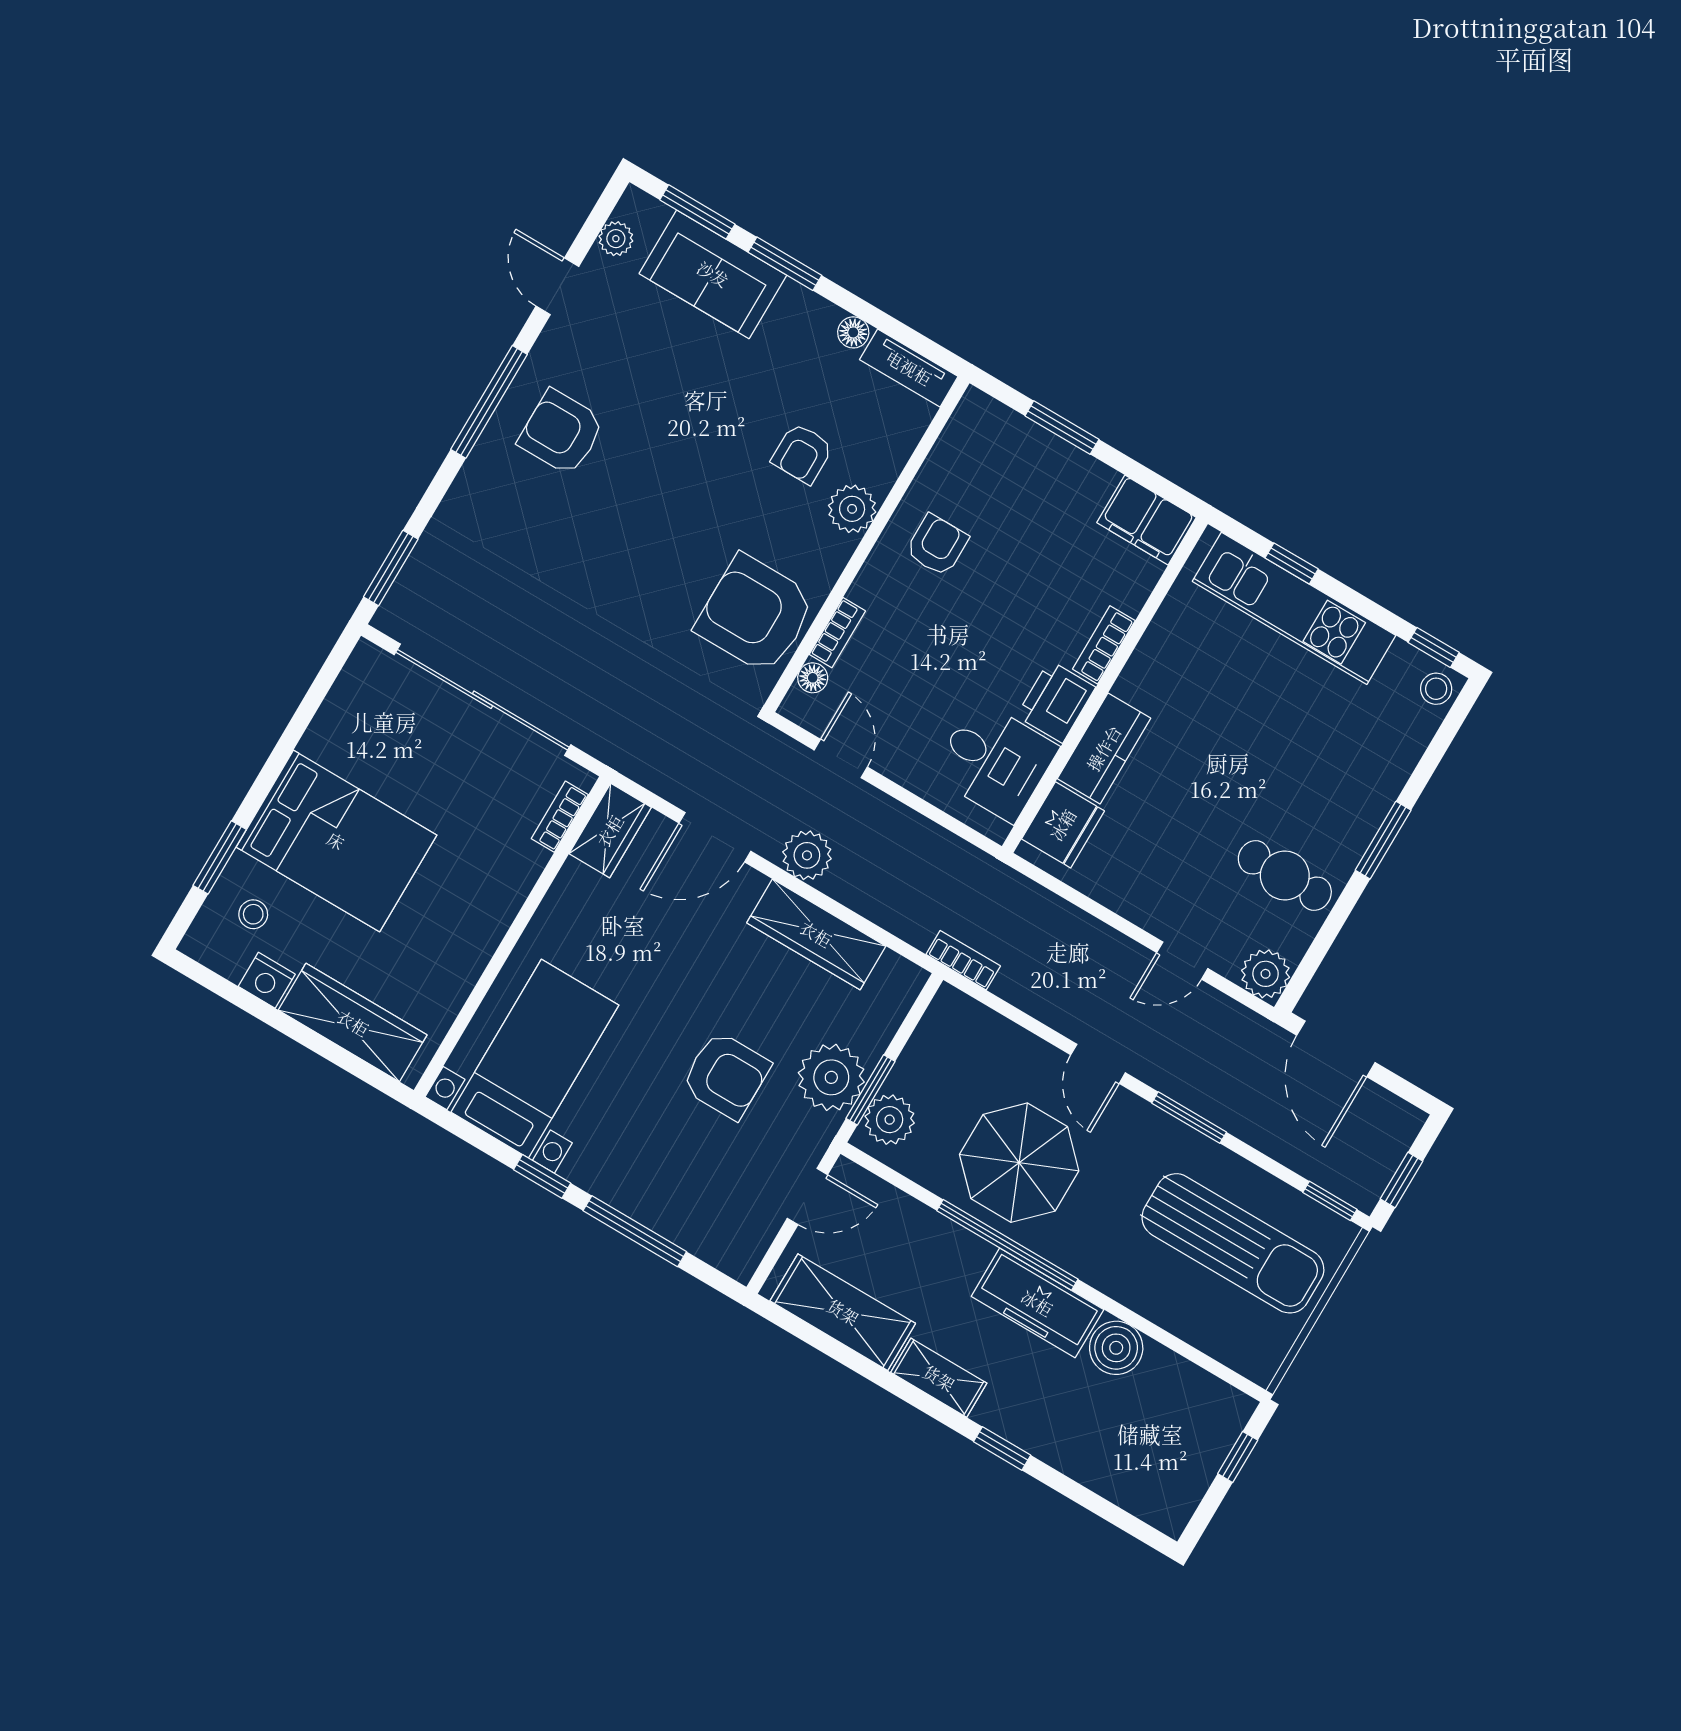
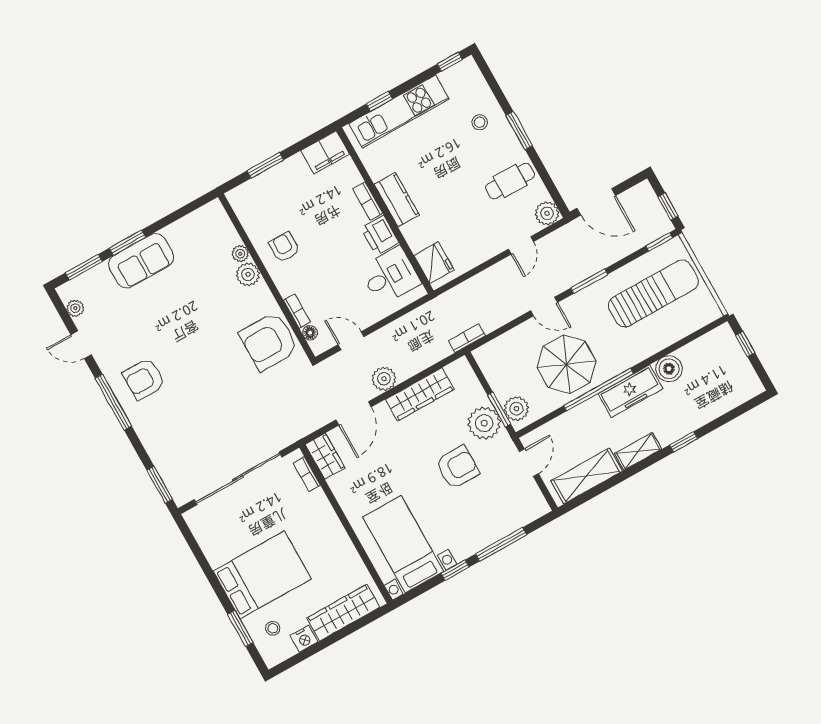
sofa: (713, 274) -> (141, 261), moved
floor lamp: (853, 332) -> (173, 231), removed
tv unit: (909, 368) -> (202, 216), removed
armchair: (802, 453) -> (212, 282), removed
plant: (881, 474) -> (240, 254), added
stool: (1436, 689) -> (480, 122), moved
kitchen counter: (1104, 748) -> (397, 200), moved

